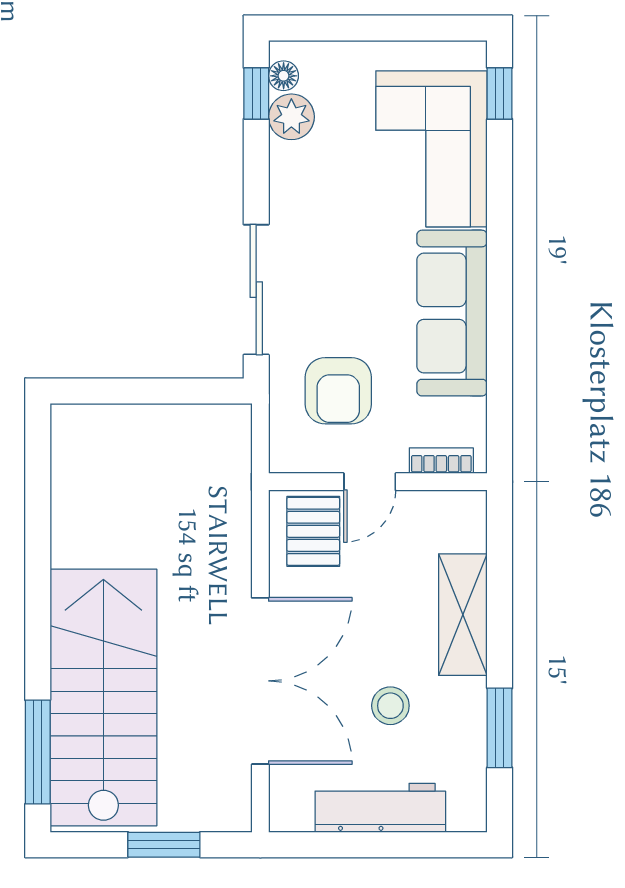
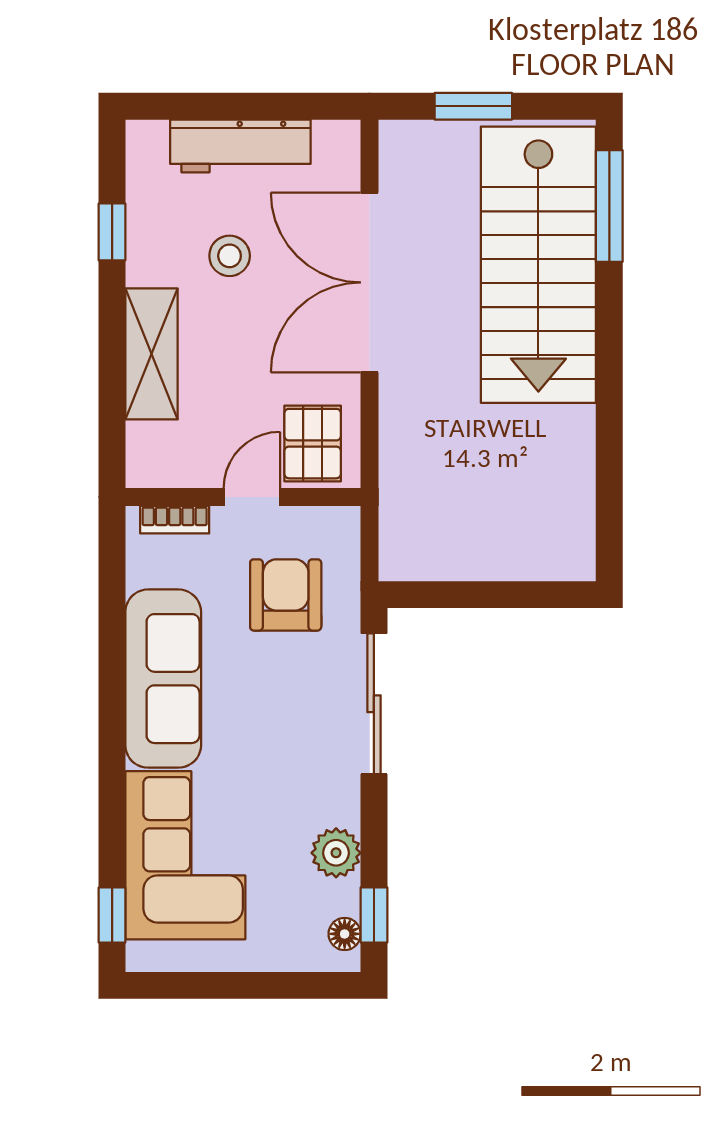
plant: (291, 117) -> (336, 853), moved
window: (500, 728) -> (112, 232), width x0.67

